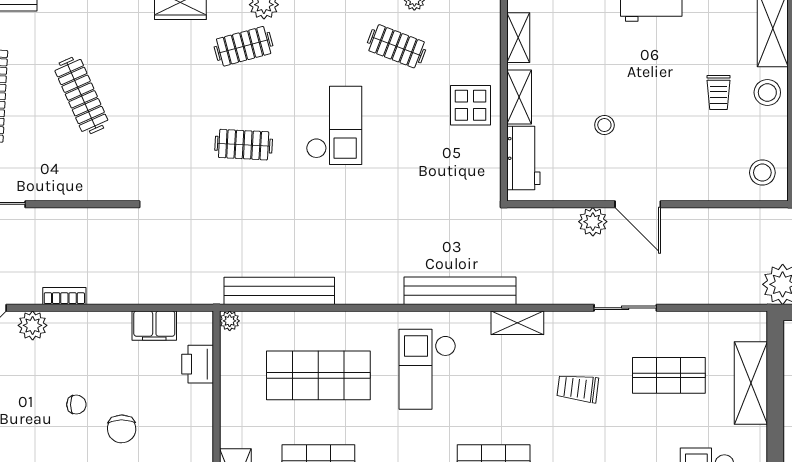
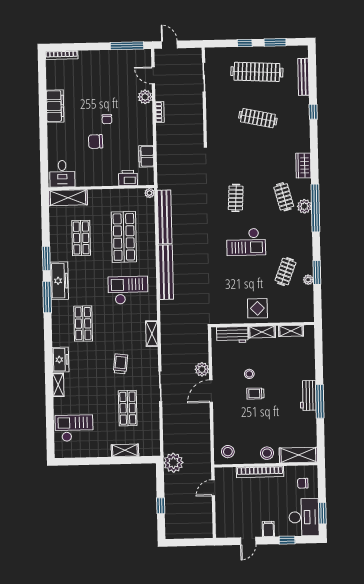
trolley: (718, 92) -> (255, 394), moved
clothes rail: (81, 95) -> (258, 118), turned 36
bench: (460, 291) -> (166, 272), moved
shelving: (751, 383) -> (125, 450), width x0.67, depth x0.75

